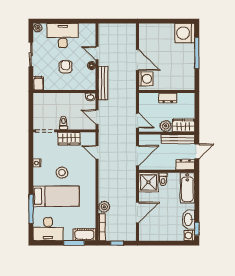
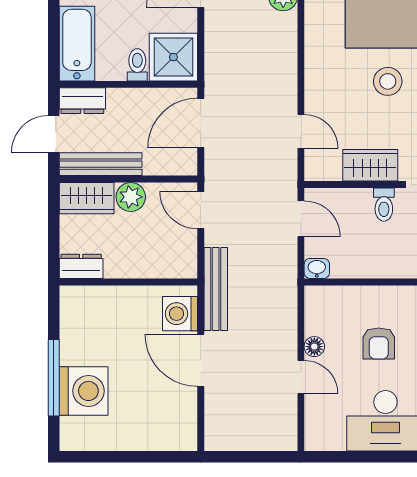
washing machine: (185, 33) -> (84, 391), moved
bench: (103, 83) -> (216, 289), moved
dresser: (168, 98) -> (81, 266), moved

